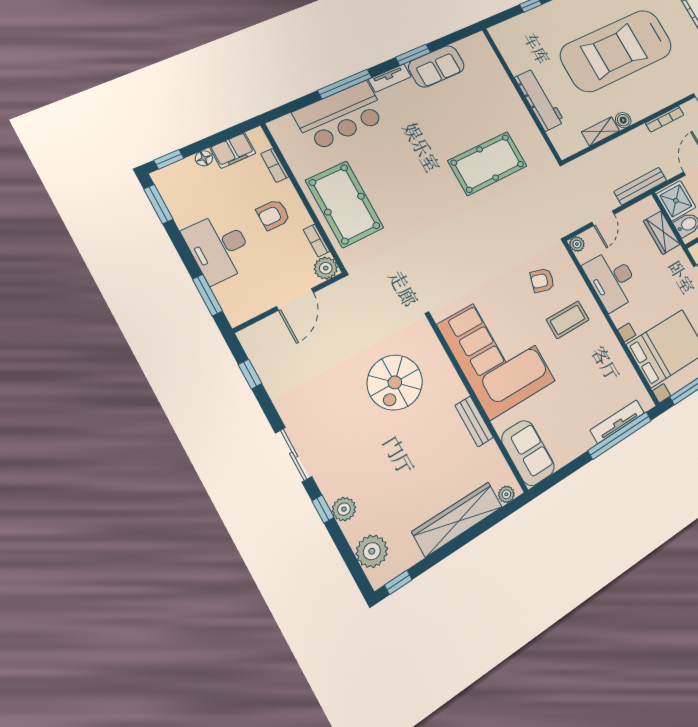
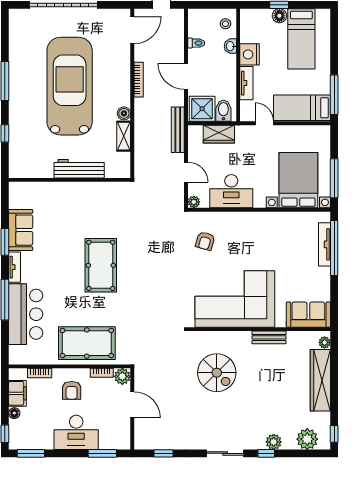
car: (617, 51) -> (70, 86), turned 180
pool table: (488, 163) -> (101, 265), moved
coffee table: (568, 320) -> (240, 239), removed

